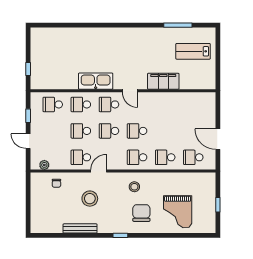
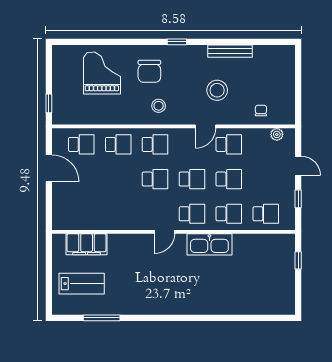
filing cabinet: (163, 81) -> (87, 244), moved
door: (130, 91) -> (164, 232), swing flipped
window: (218, 205) -> (49, 103), moved

